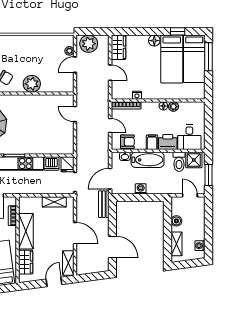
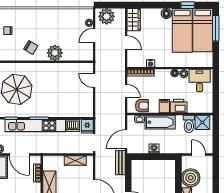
desk: (189, 137) -> (200, 80), moved, turned 180
window: (208, 175) -> (216, 136), removed
boiler: (176, 221) -> (191, 178), width x1.86, depth x1.86

